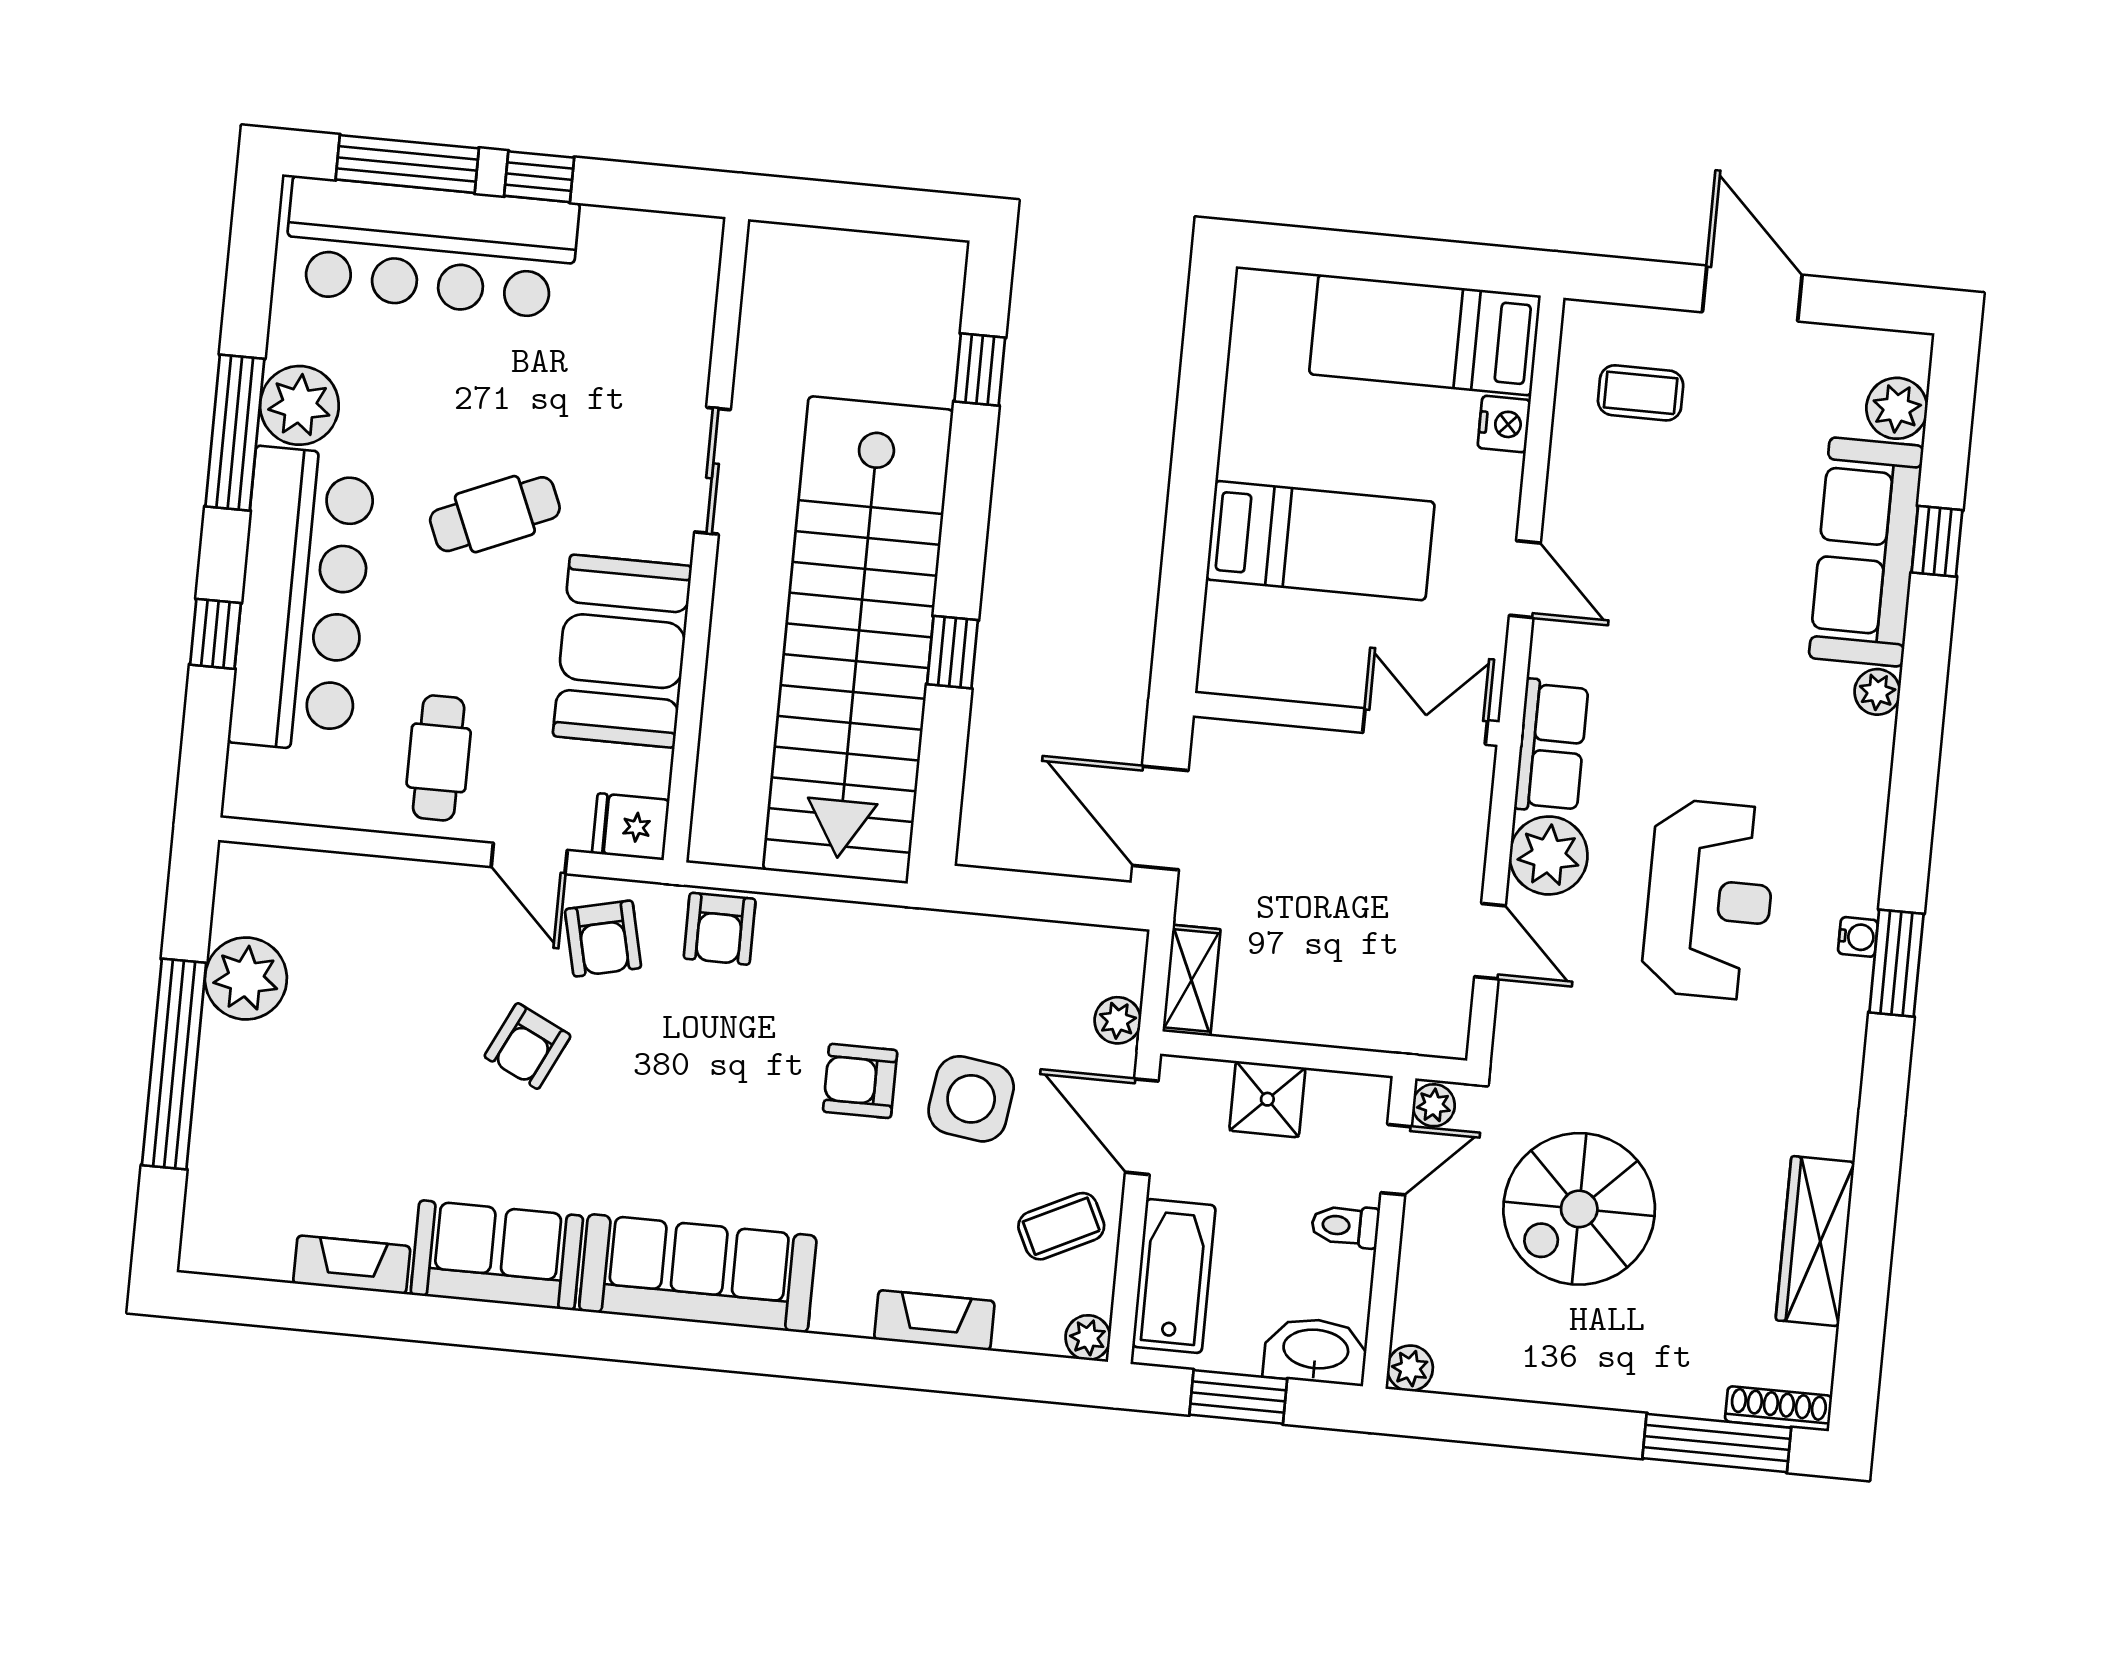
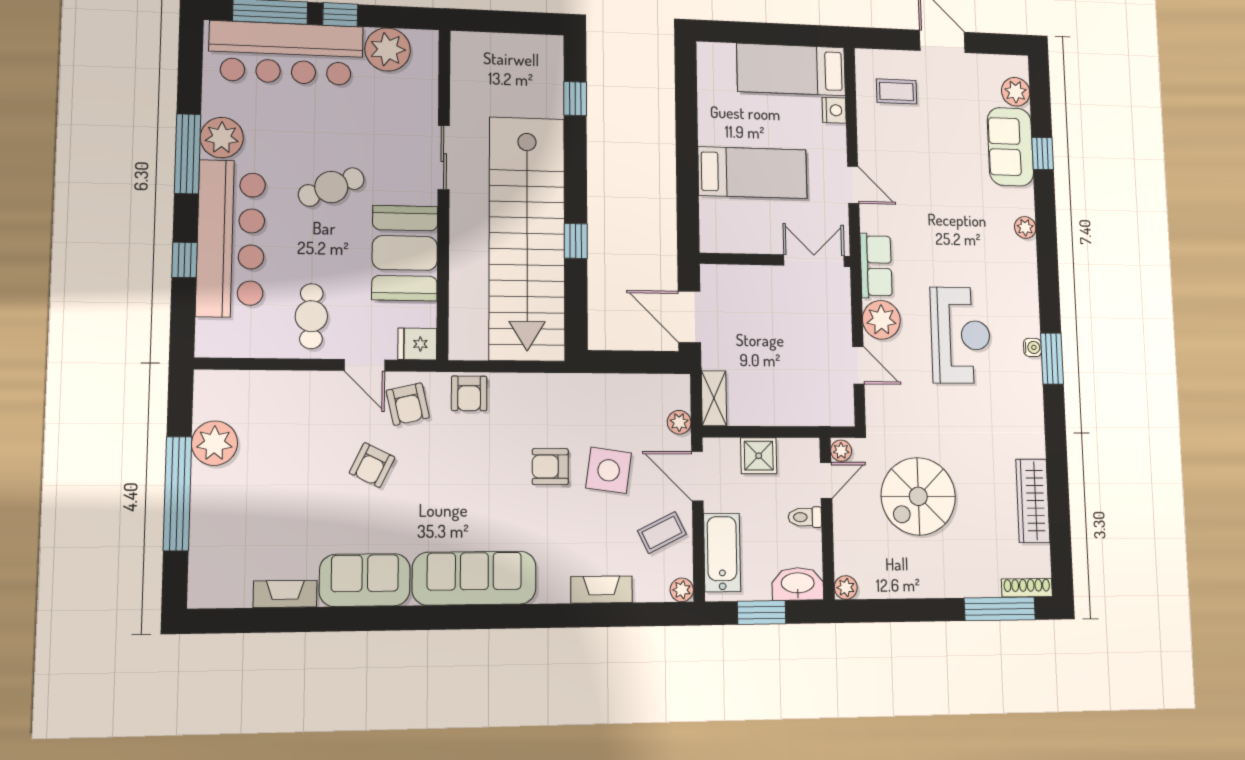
plant: (624, 251) -> (388, 49), added
sofa: (1866, 552) -> (1010, 147), width x0.73

